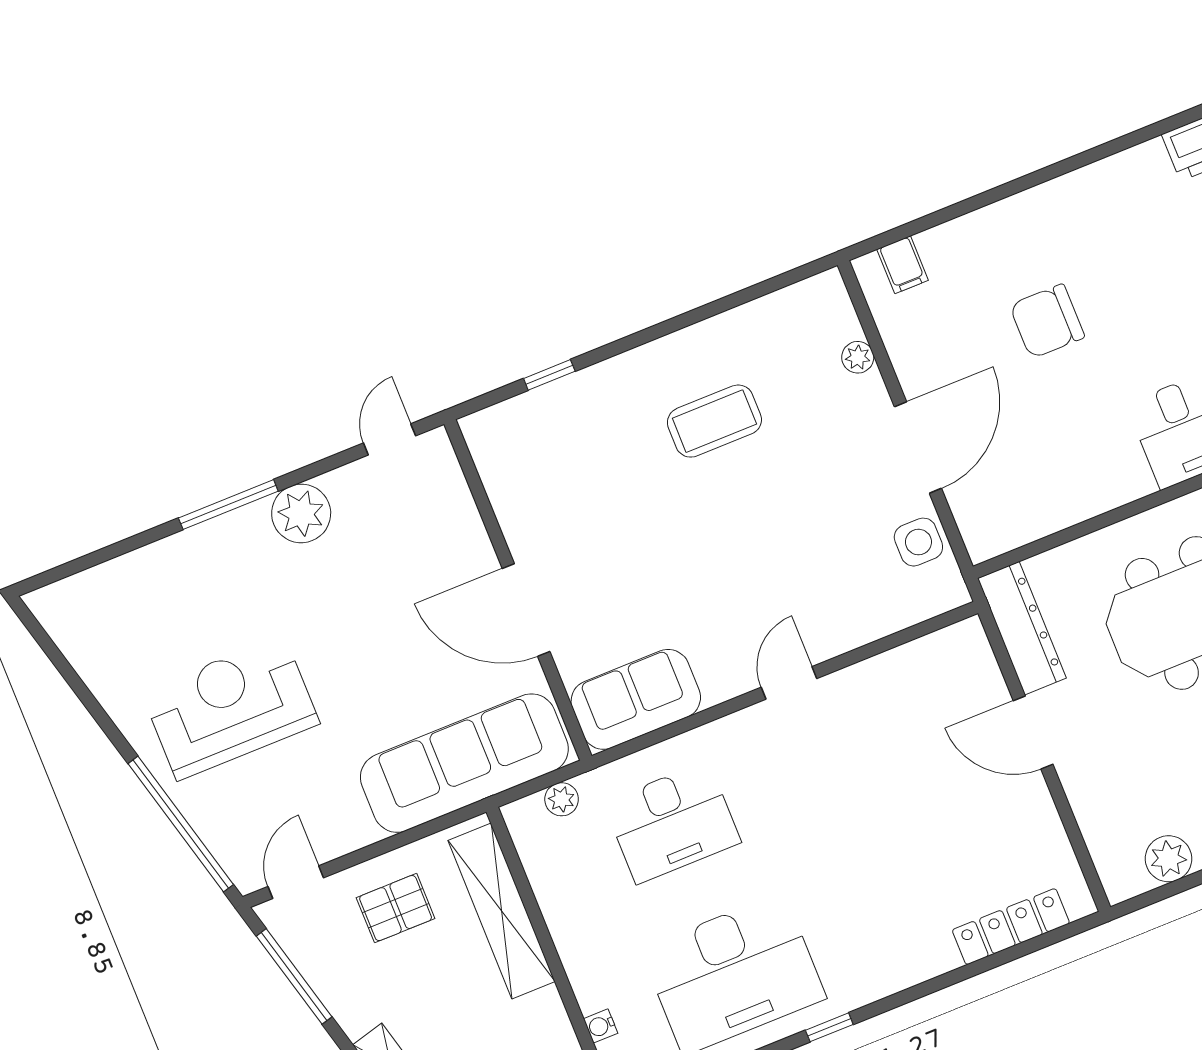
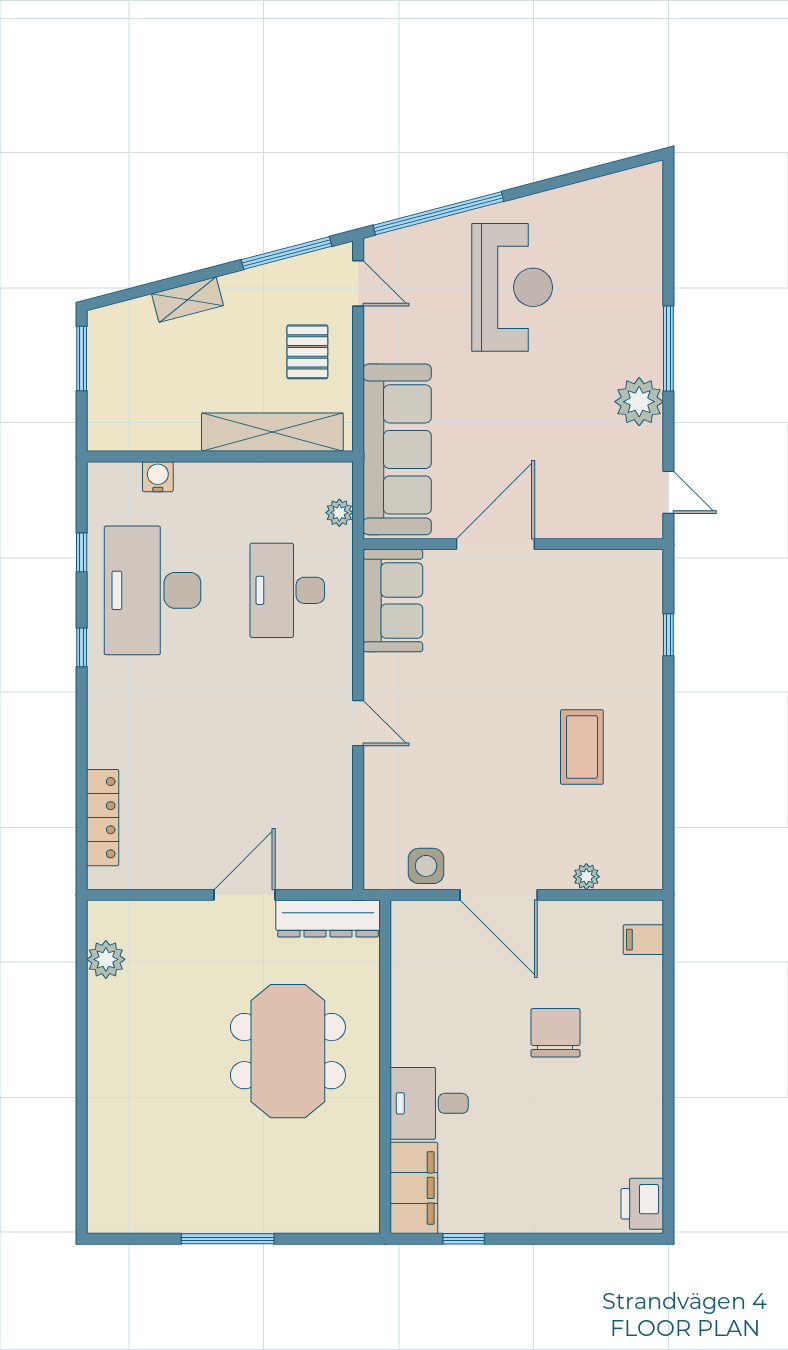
water cooler: (601, 1026) -> (158, 477), width x1.38, depth x1.38

